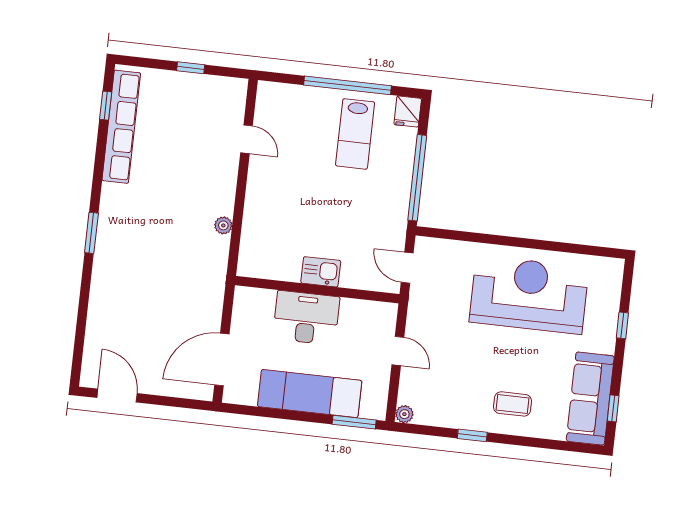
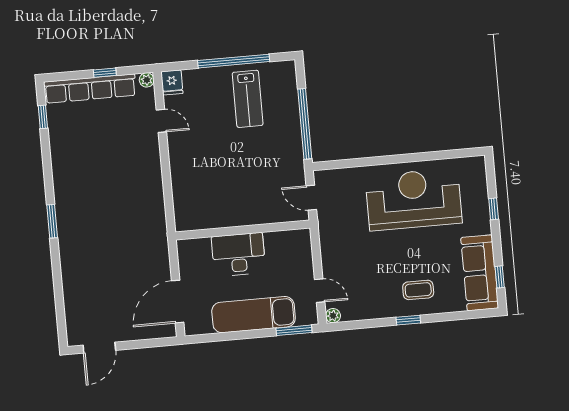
fridge: (408, 112) -> (172, 82), moved
row of seats: (121, 127) -> (90, 89), moved, turned 90
plant: (223, 225) -> (147, 80), moved
kitchen sink: (321, 272) -> (243, 215), removed
door: (398, 351) -> (320, 291), moved
door: (117, 396) -> (99, 348), swing flipped
window: (472, 435) -> (408, 320), moved

